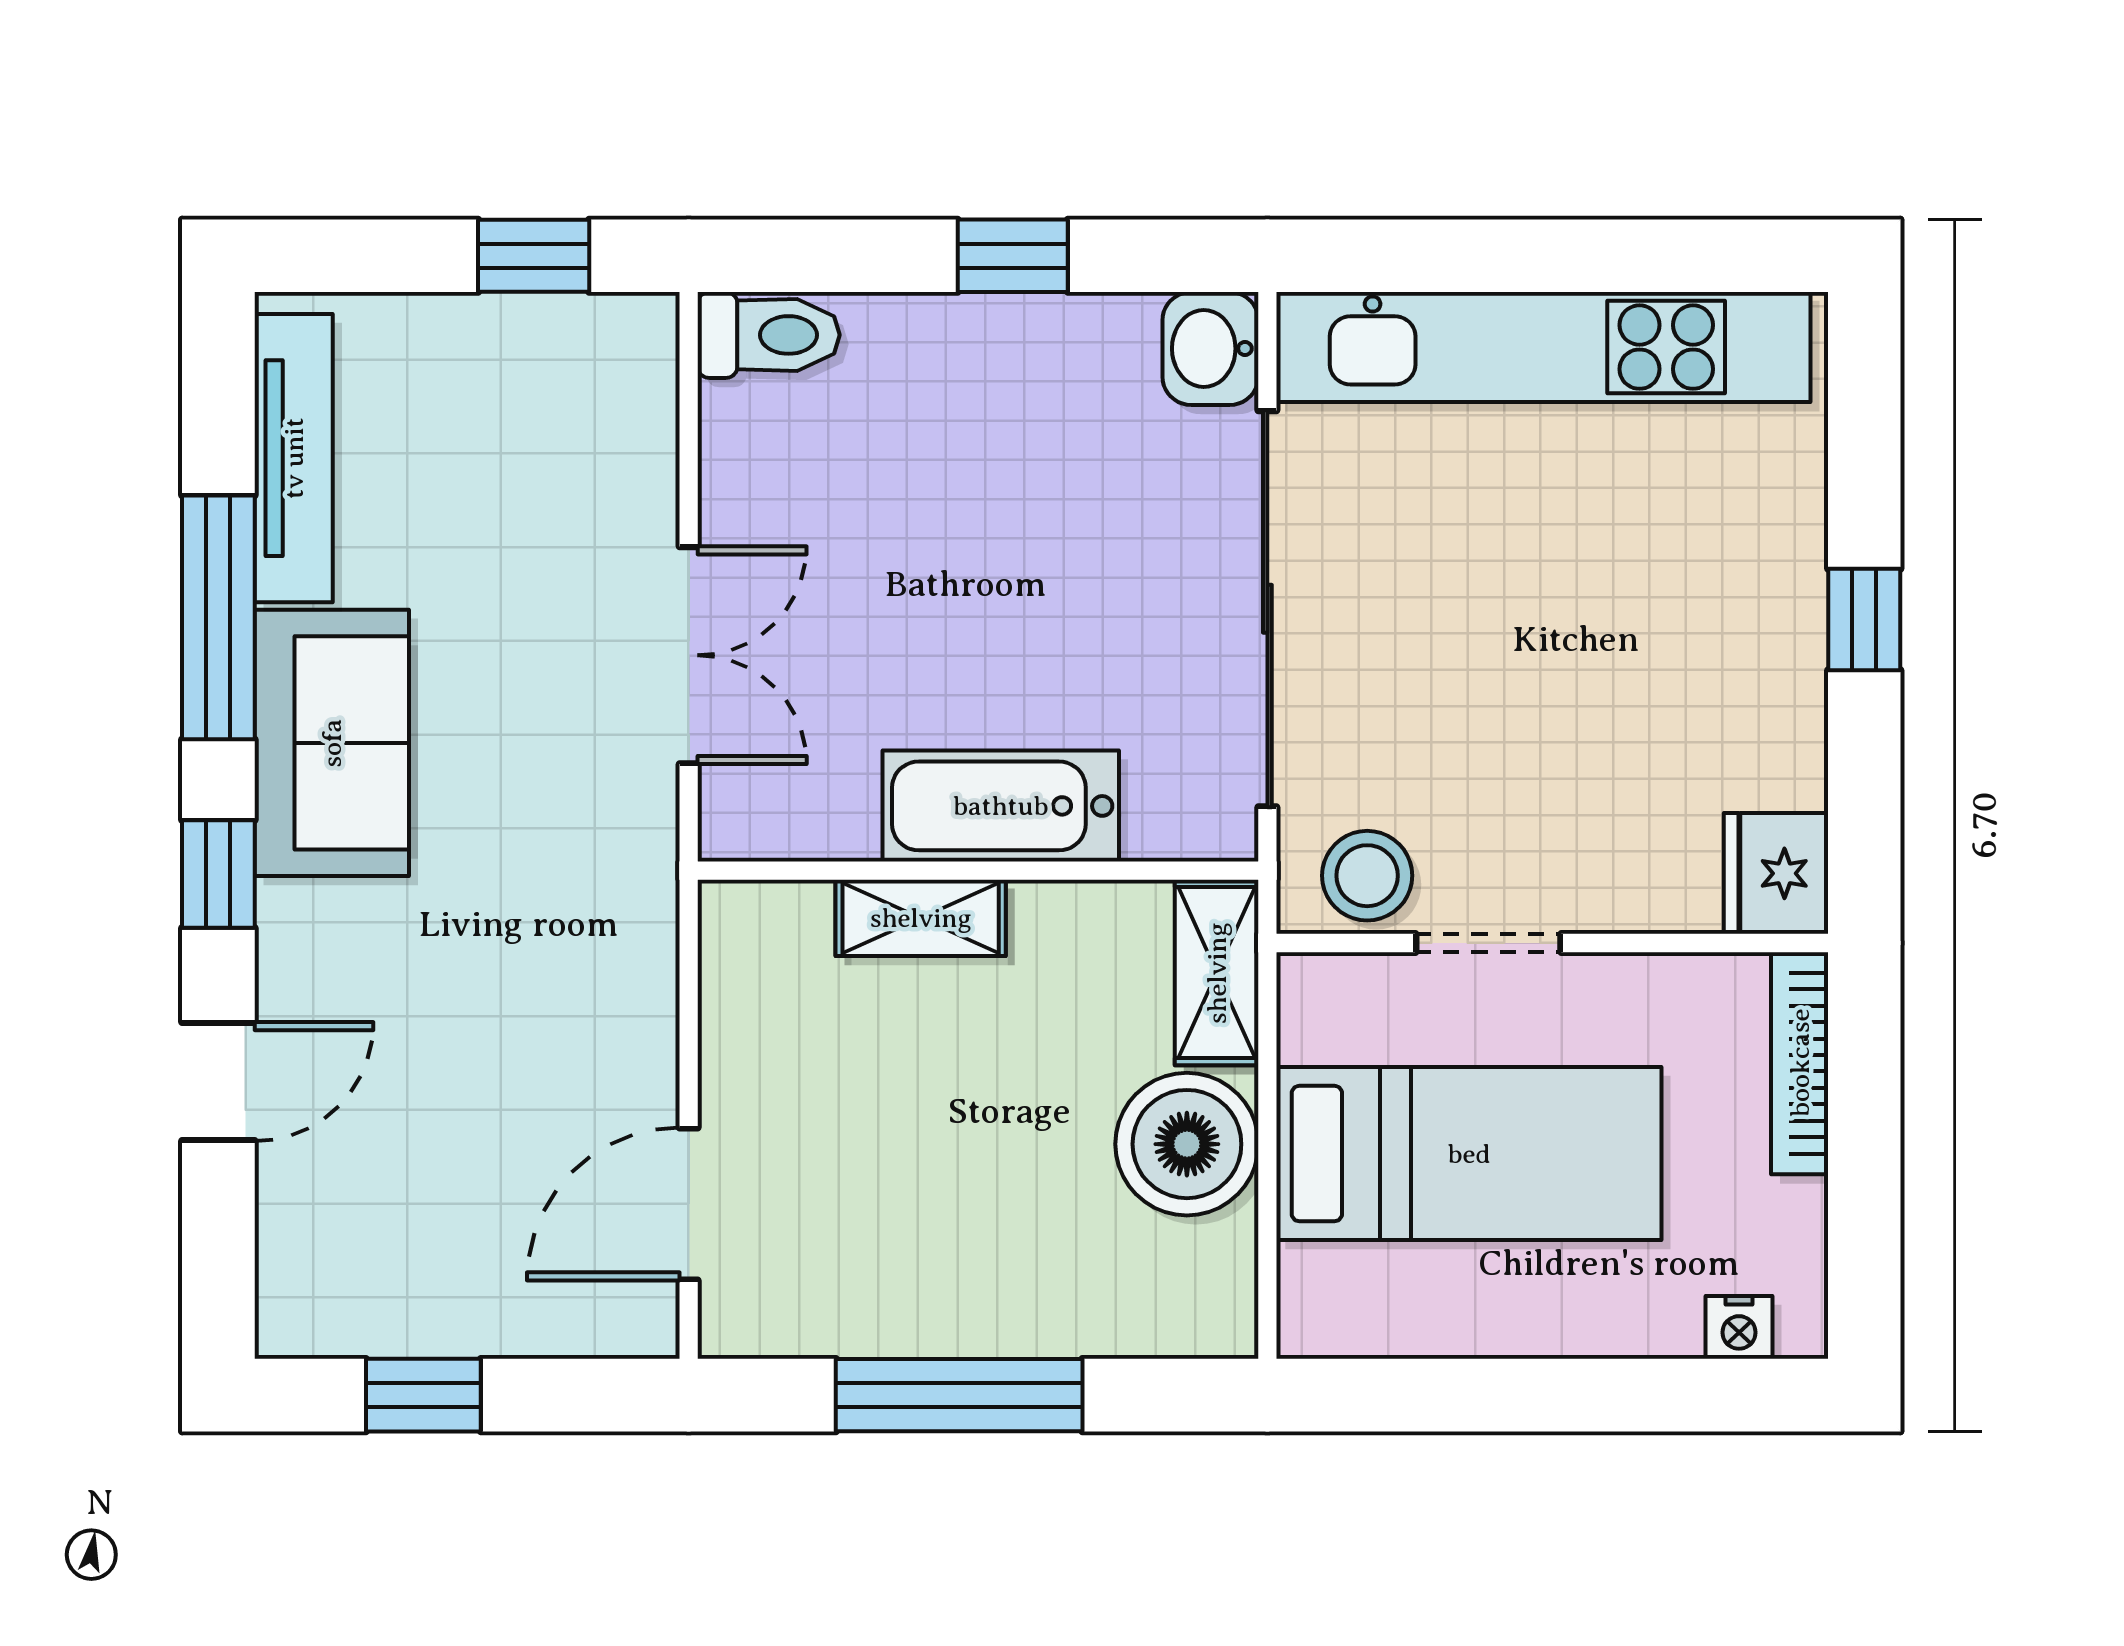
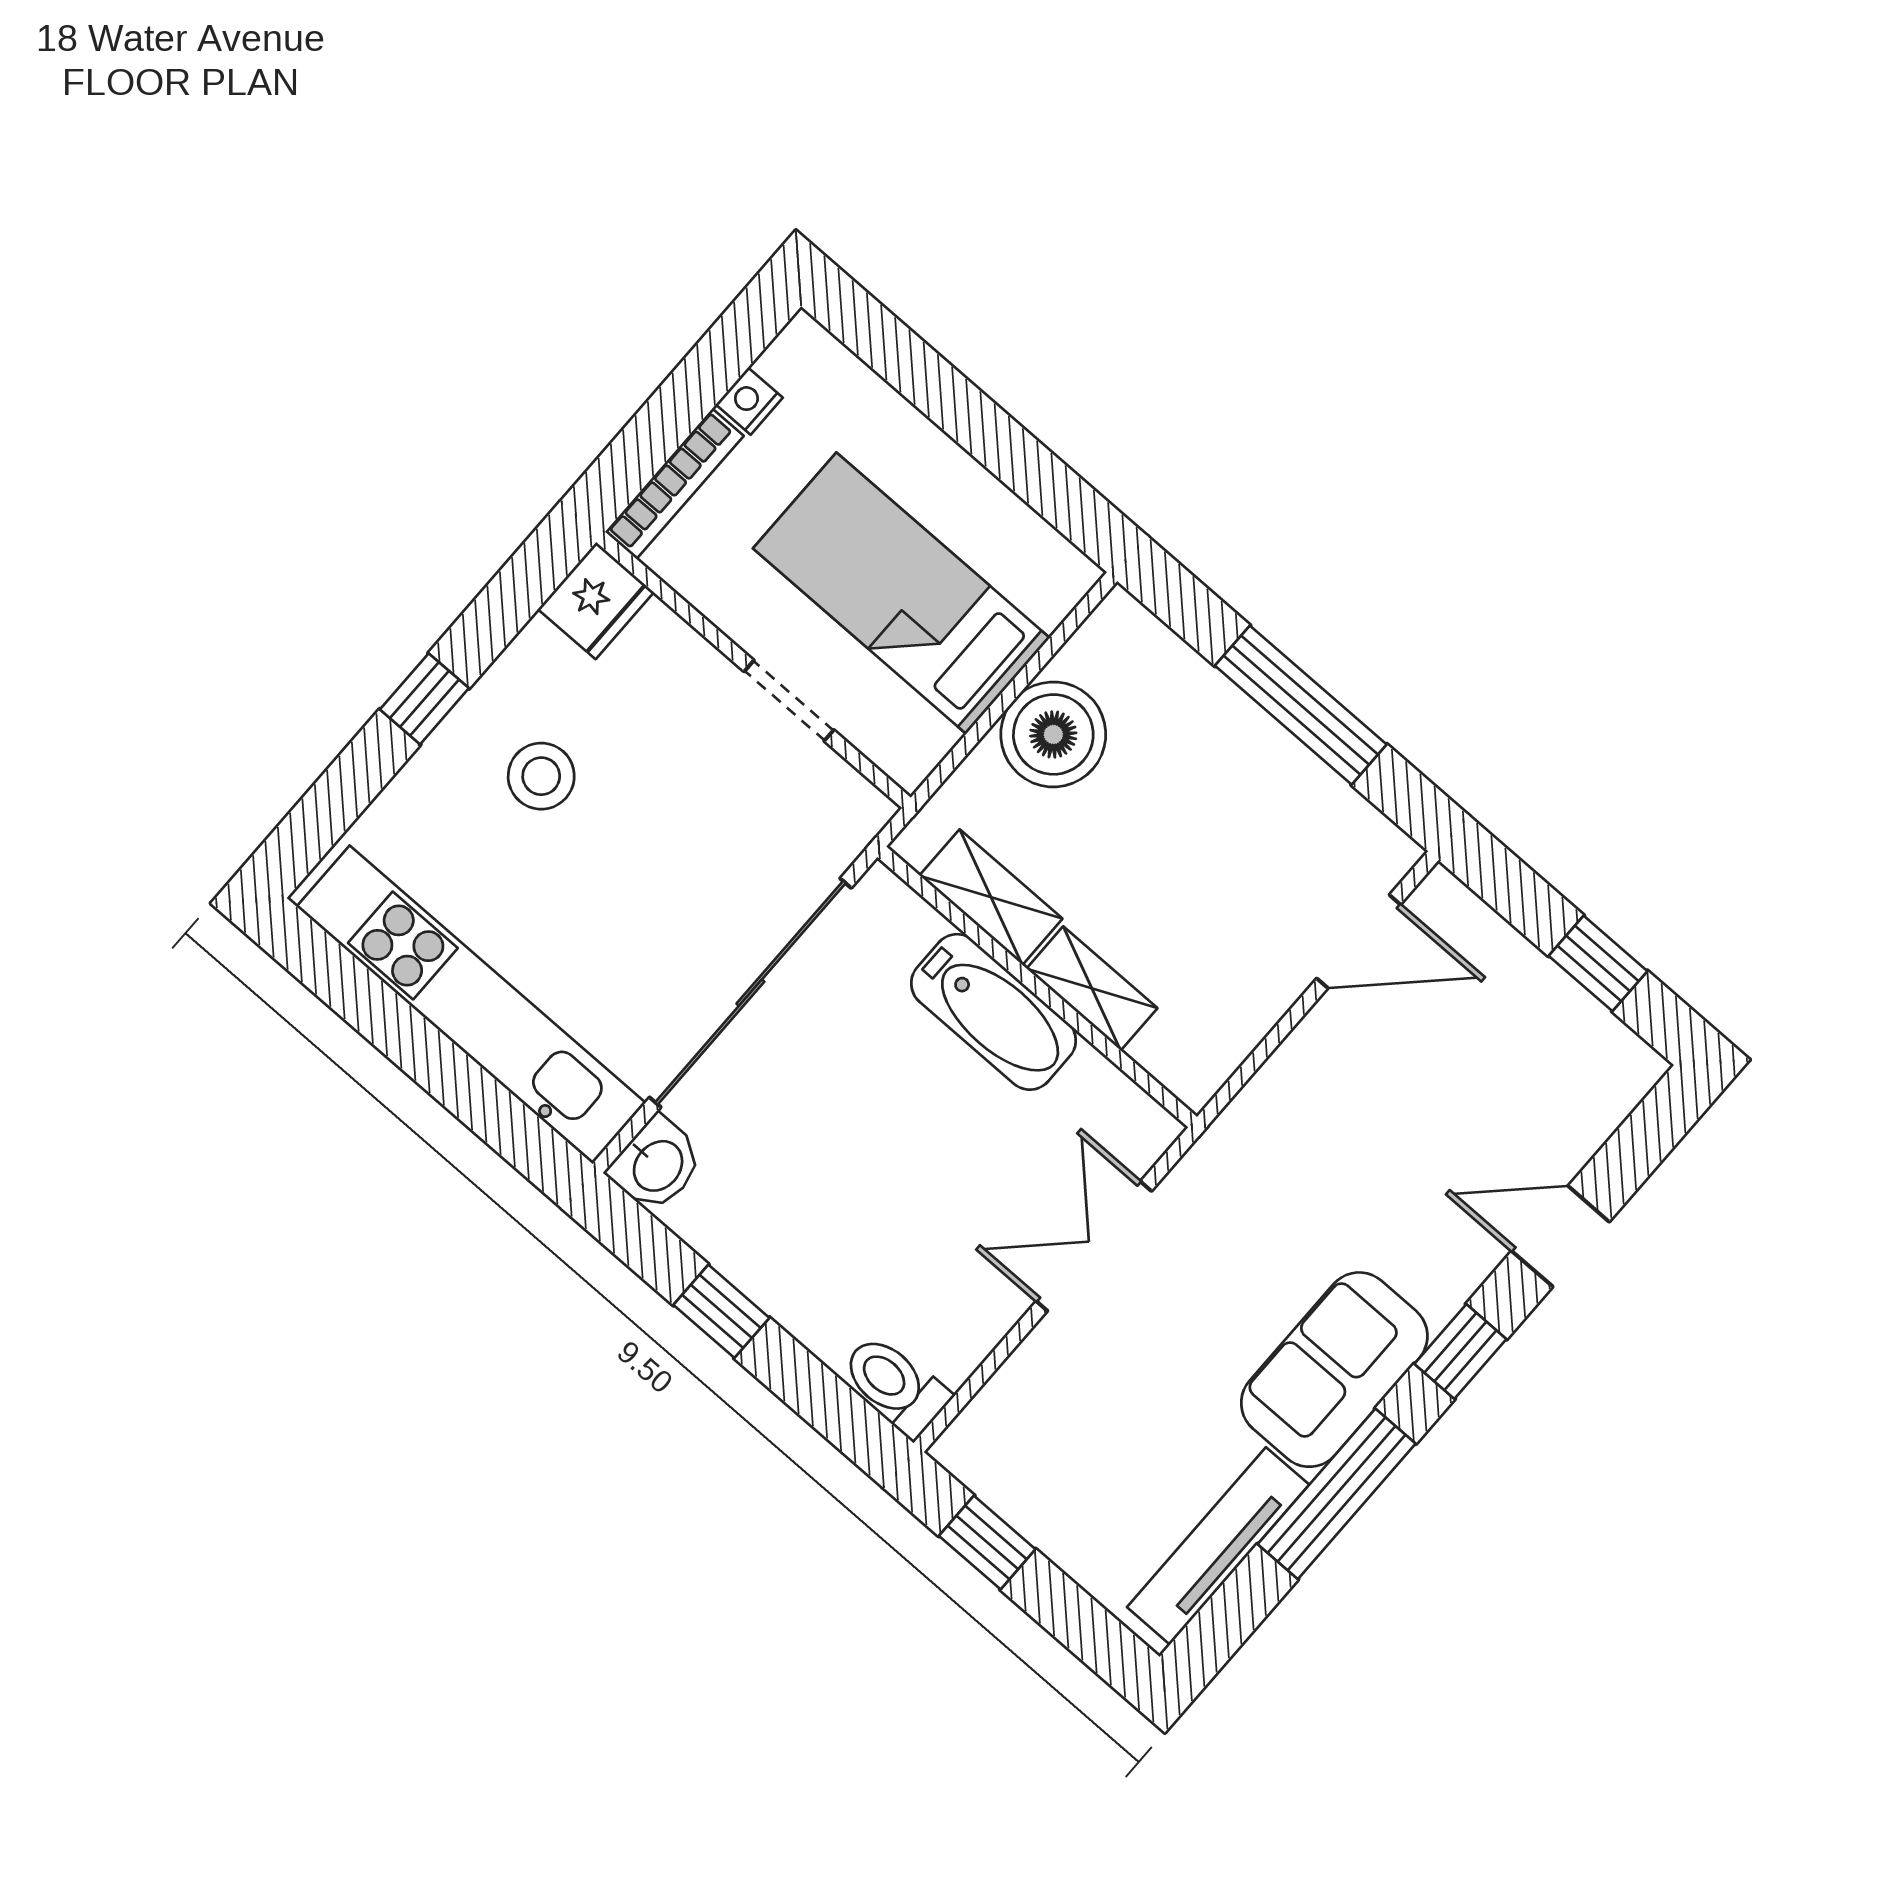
stool: (1367, 876) -> (541, 776), moved
shelving: (1217, 973) -> (991, 897), moved, turned 90
nightstand: (1739, 1327) -> (749, 401), moved, turned -90

